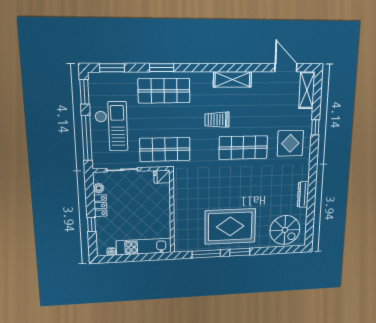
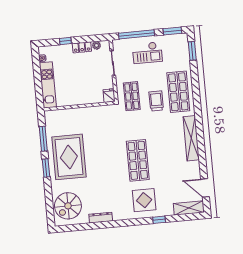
window: (162, 68) -> (196, 89), removed
door: (286, 68) -> (205, 188), swing flipped
shelving: (232, 79) -> (191, 138), width x1.47
trolley: (217, 120) -> (156, 101), moved
checkout: (111, 126) -> (147, 53), width x0.73, depth x0.83
shop shelf: (165, 149) -> (132, 96), width x0.70, depth x0.74

